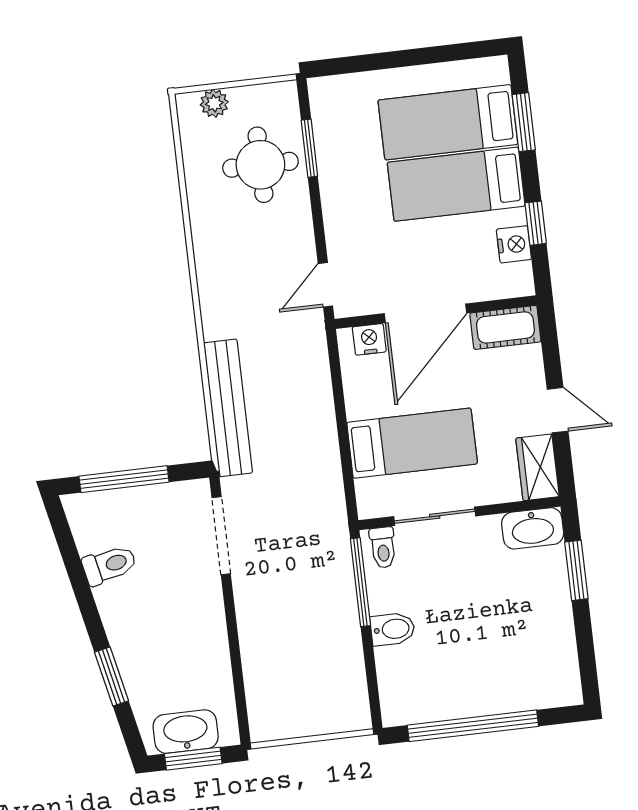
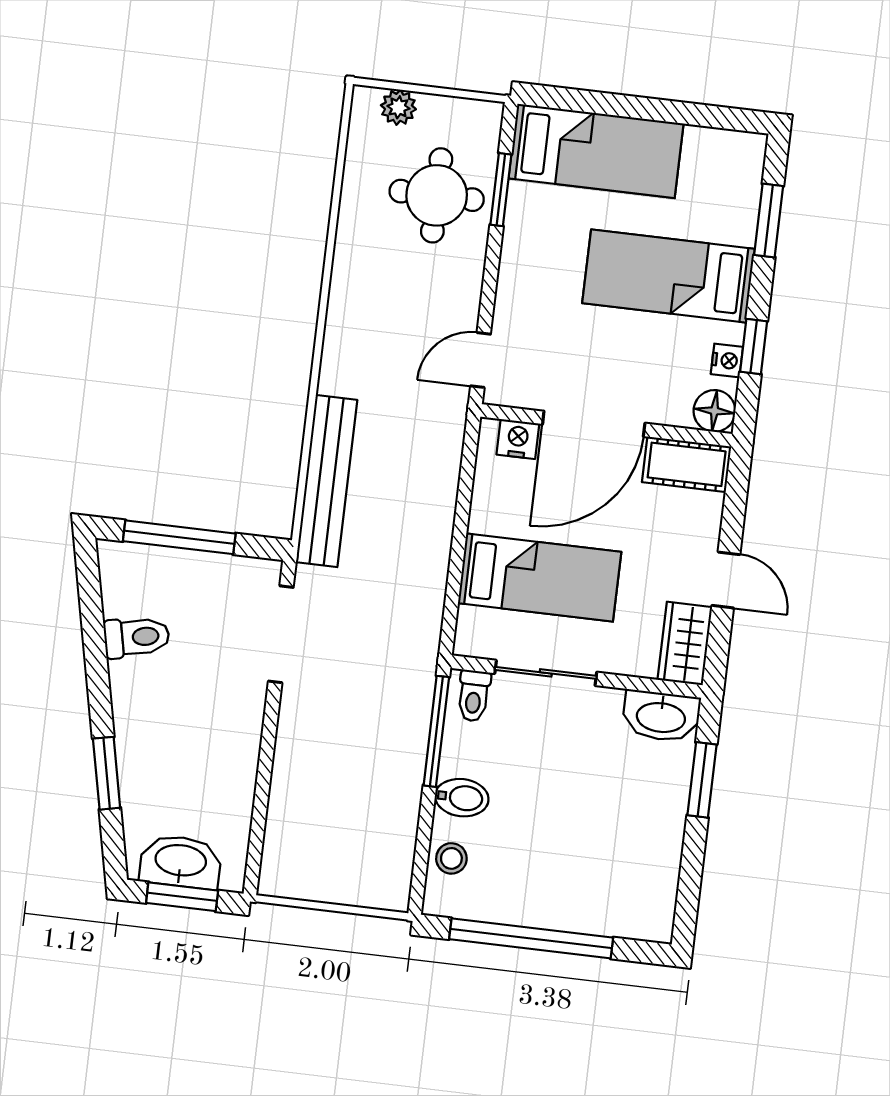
bed: (448, 122) -> (596, 151), moved, turned 180
nightstand: (514, 244) -> (727, 361), width x0.72, depth x0.74
floor lamp: (517, 281) -> (714, 411), added
stool: (396, 678) -> (451, 858), added

